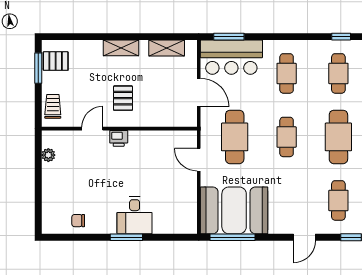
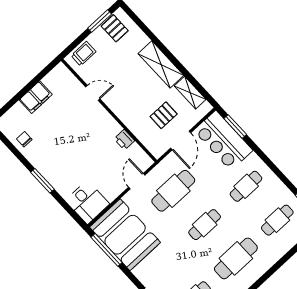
shelving: (121, 48) -> (161, 64), width x1.50, depth x1.33
pallet: (123, 98) -> (164, 115), moved
printer: (119, 138) -> (124, 140), moved
plant: (48, 155) -> (49, 80), removed
filing cabinet: (52, 179) -> (36, 97), added
desk: (135, 215) -> (87, 202), moved, turned -90

